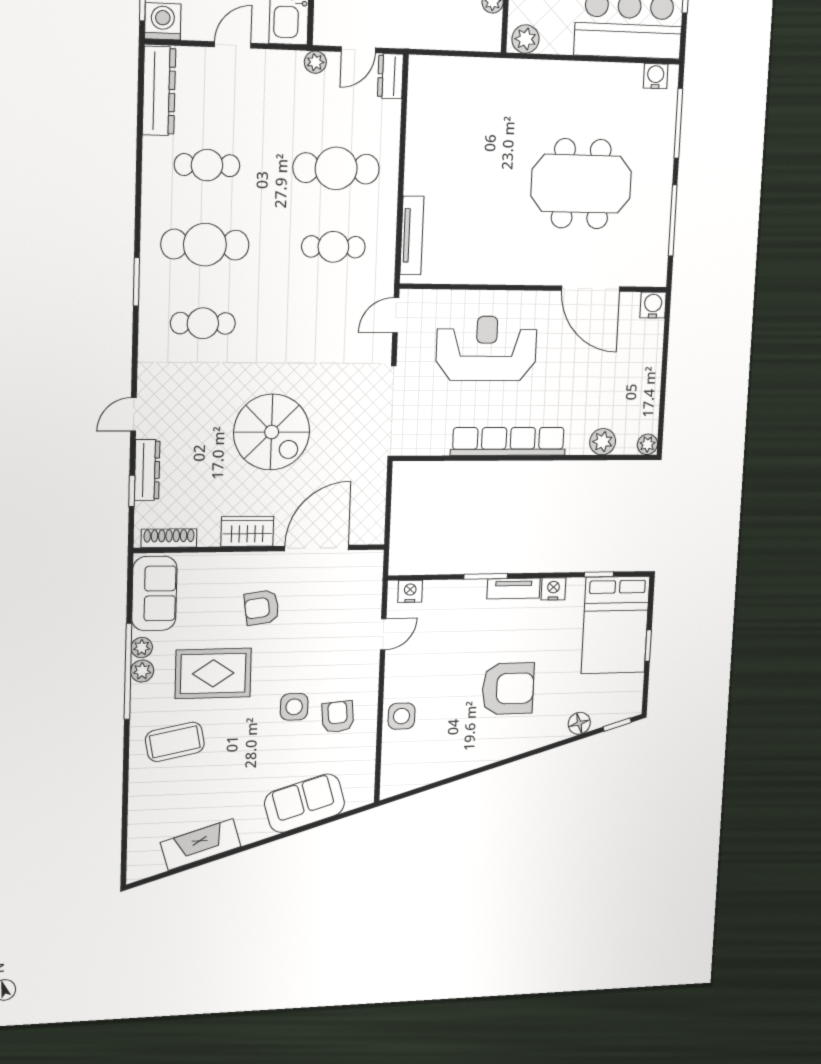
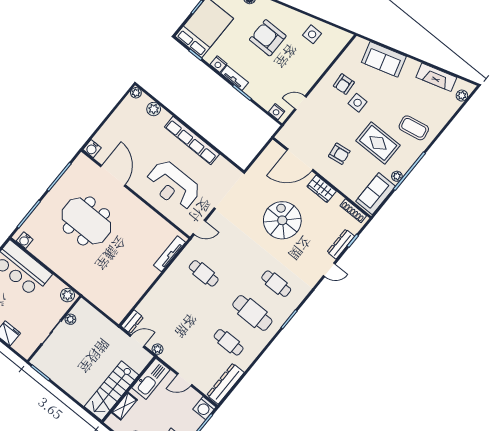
cafe table: (336, 168) -> (180, 303), removed
plant: (142, 671) -> (462, 96), moved
side table: (402, 716) -> (312, 34), moved

